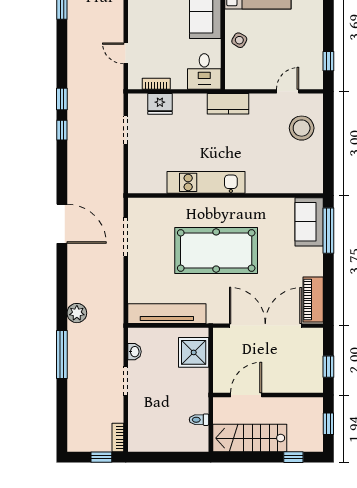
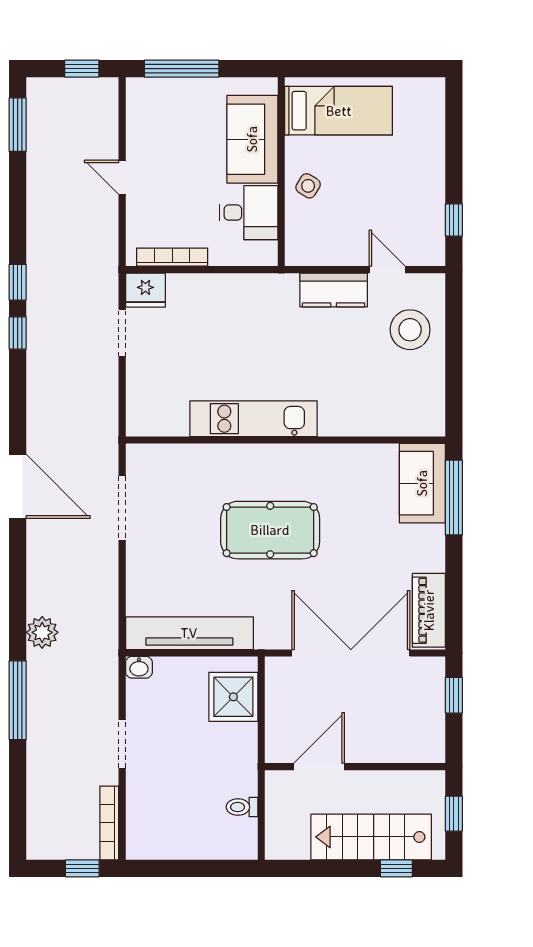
door: (126, 53) -> (122, 177), moved
desk: (204, 71) -> (249, 213), moved, turned -90
bookcase: (156, 84) -> (172, 257), width x1.56
door: (288, 91) -> (387, 270), hinge flipped
fridge: (160, 104) -> (145, 290), moved
kitchen counter: (228, 104) -> (334, 290), moved
pool table: (216, 250) -> (270, 530), width x0.73, depth x0.76
washbasin: (134, 352) -> (139, 667), moved, turned 90
window: (328, 367) -> (454, 695), moved
bookcase: (118, 438) -> (109, 823), width x1.56
stairs: (250, 438) -> (371, 837), moved

